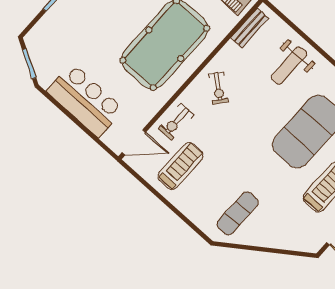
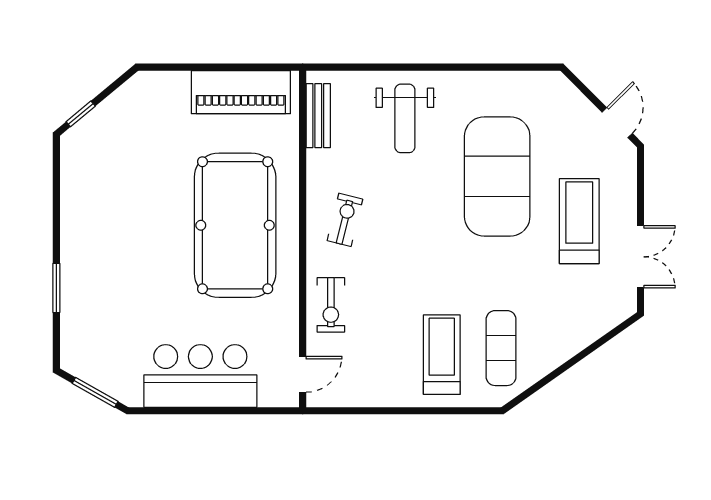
exercise bike: (218, 88) -> (345, 220), turned -116
door: (134, 142) -> (303, 374), width x0.73
treadmill: (181, 166) -> (442, 355), moved

